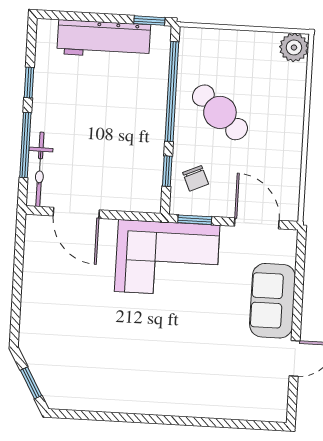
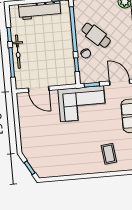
bicycle: (40, 169) -> (18, 52), moved
chair: (196, 178) -> (86, 54), moved
coffee table: (210, 377) -> (109, 154), added

